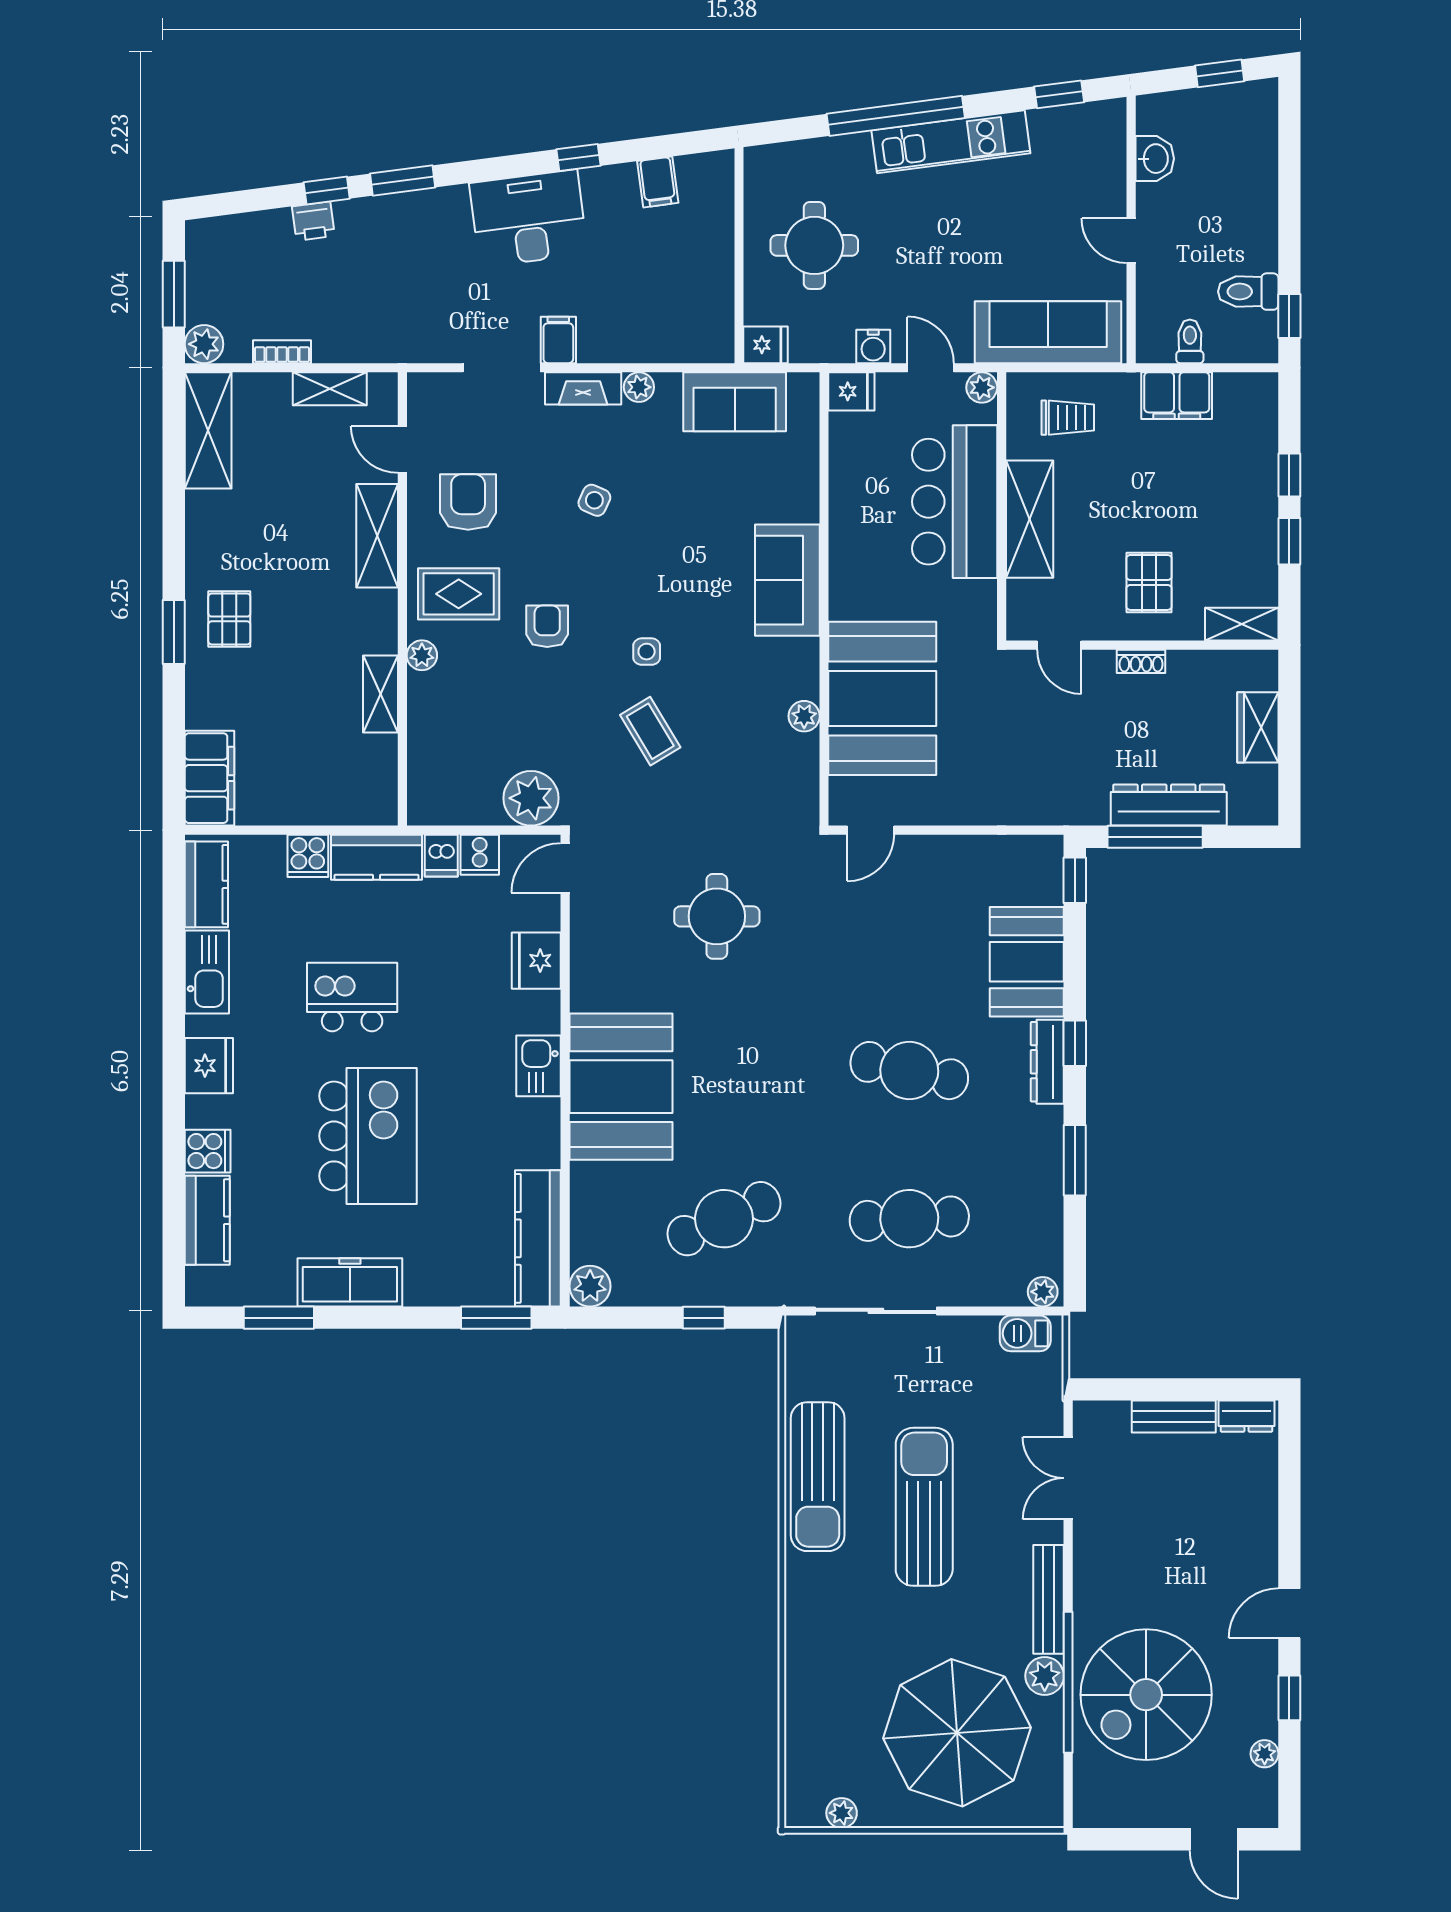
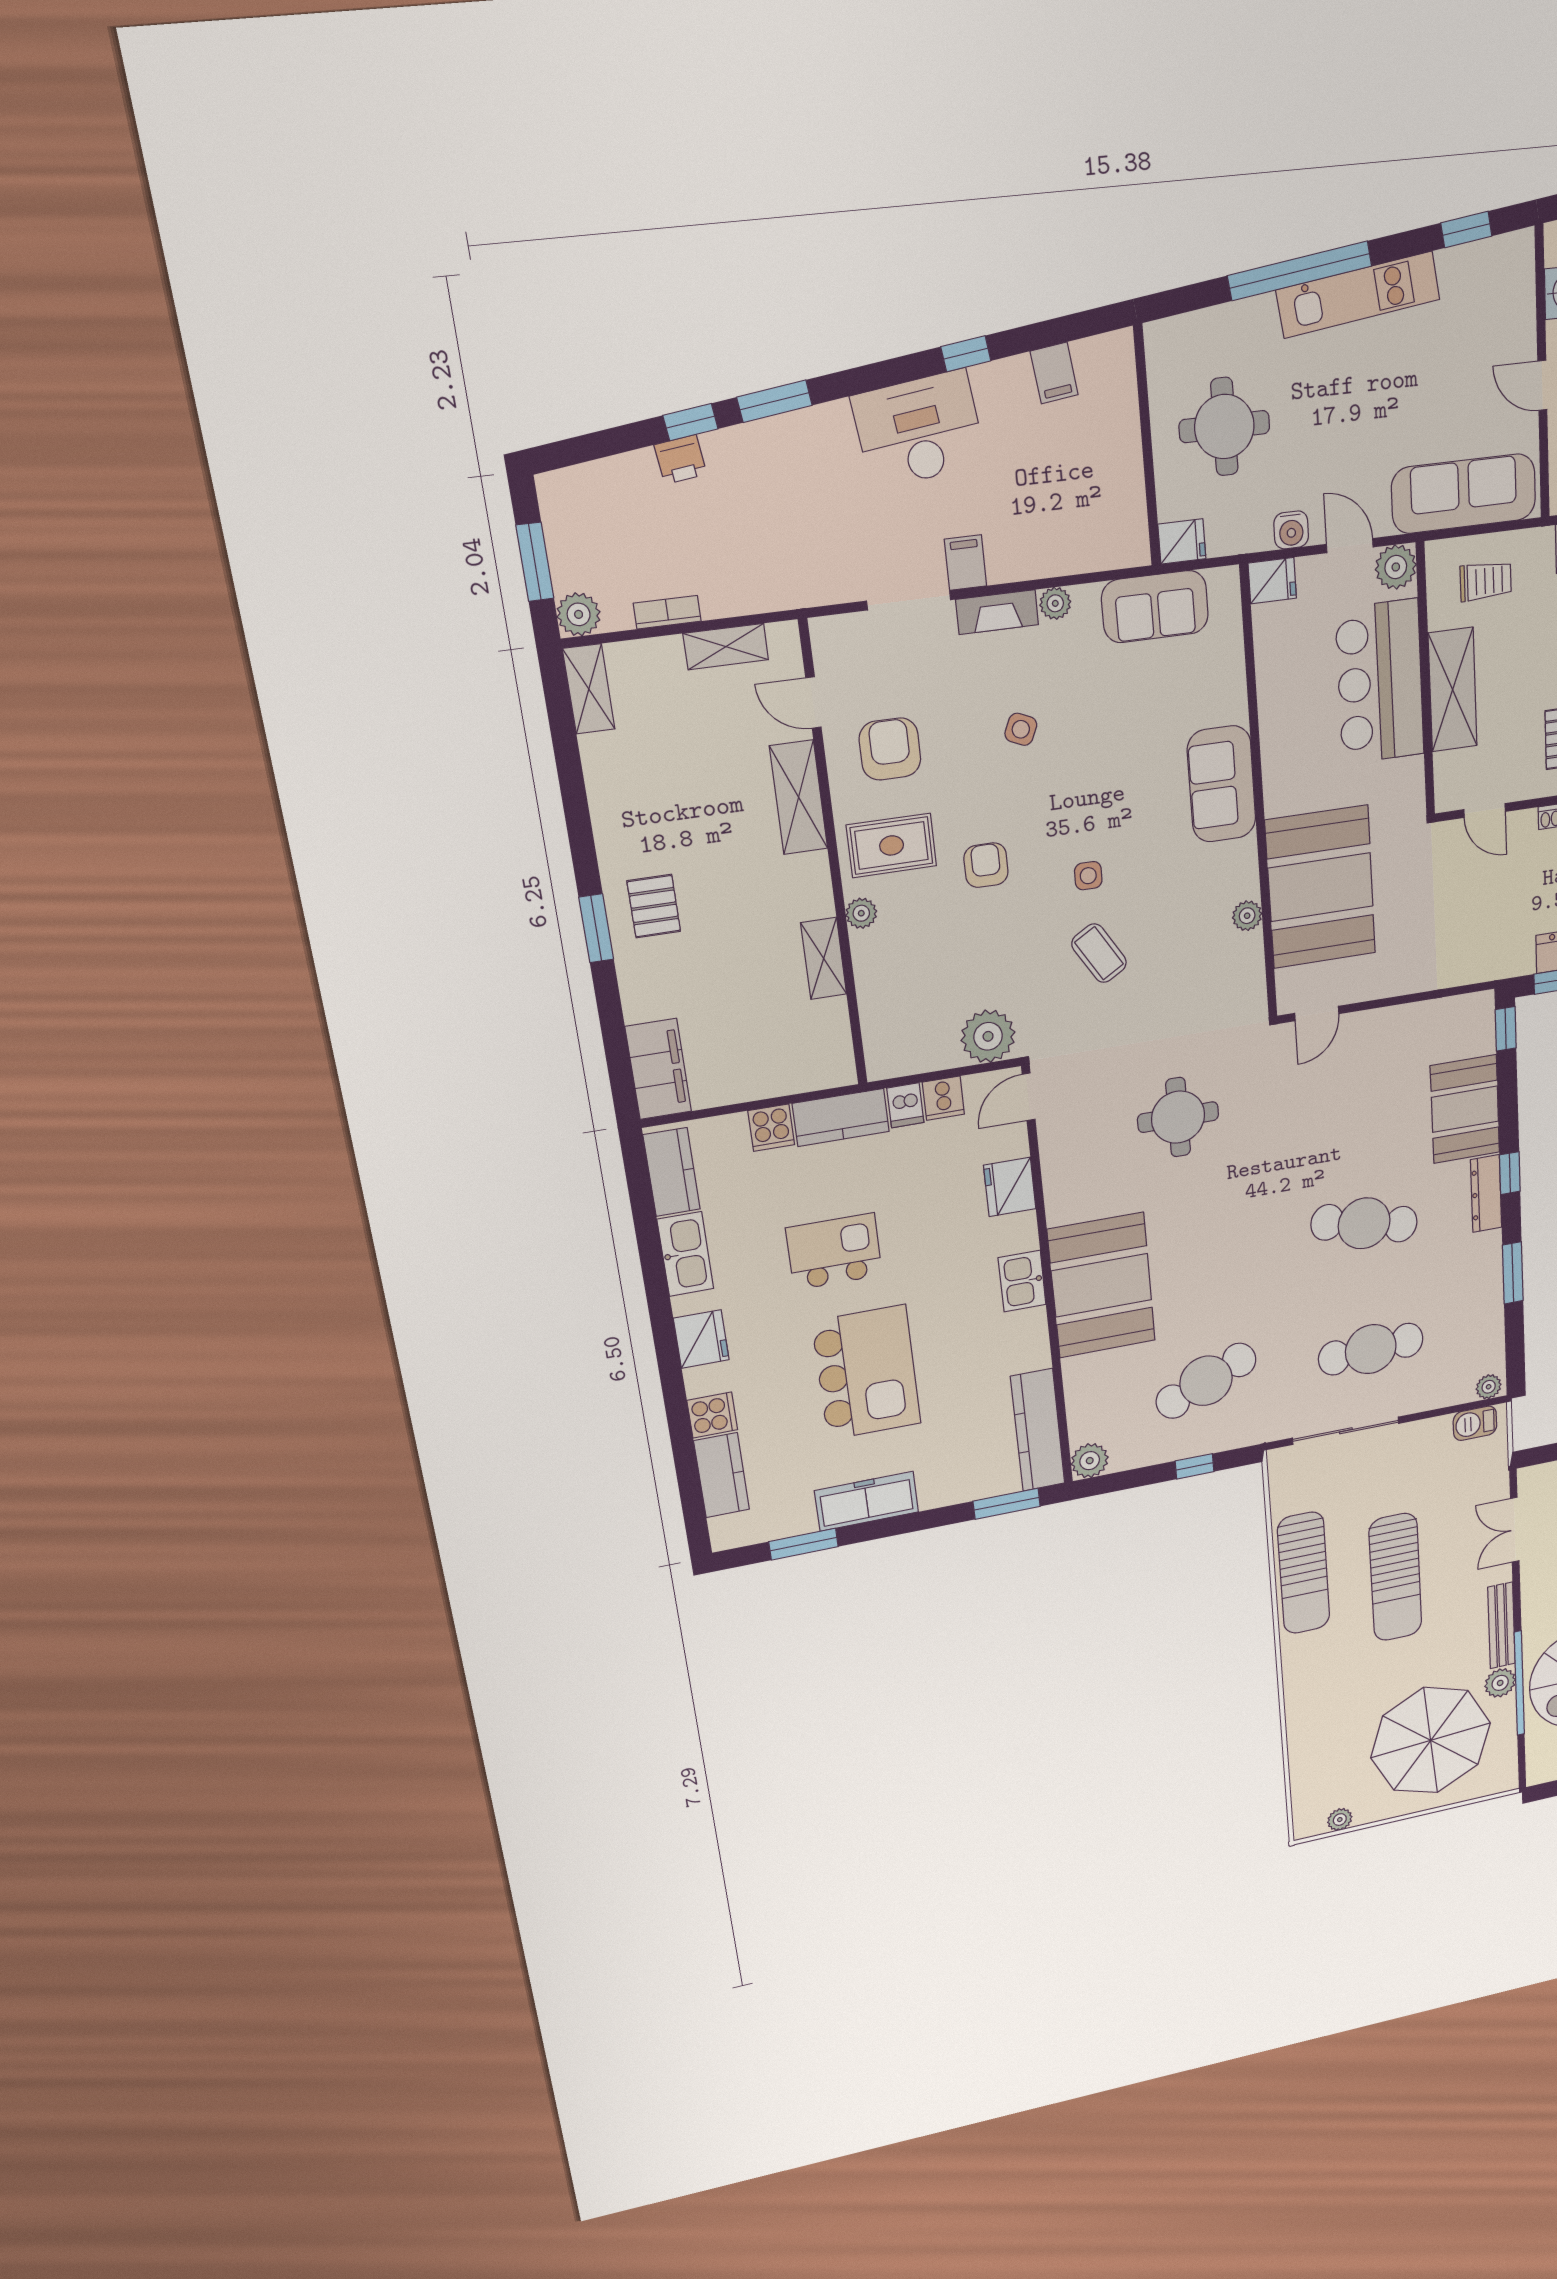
plant: (982, 387) -> (1396, 567), width x1.38, depth x1.38
shelving: (208, 430) -> (589, 689), width x0.67, depth x0.75
sun lounger: (924, 1507) -> (1395, 1577), turned 180

